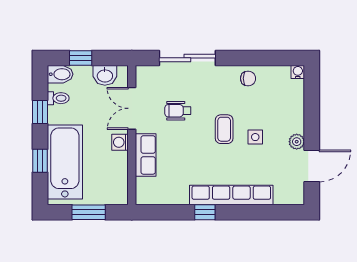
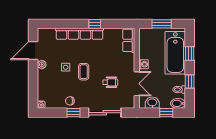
window: (242, 58) -> (74, 113), added
row of seats: (146, 155) -> (129, 40), moved

